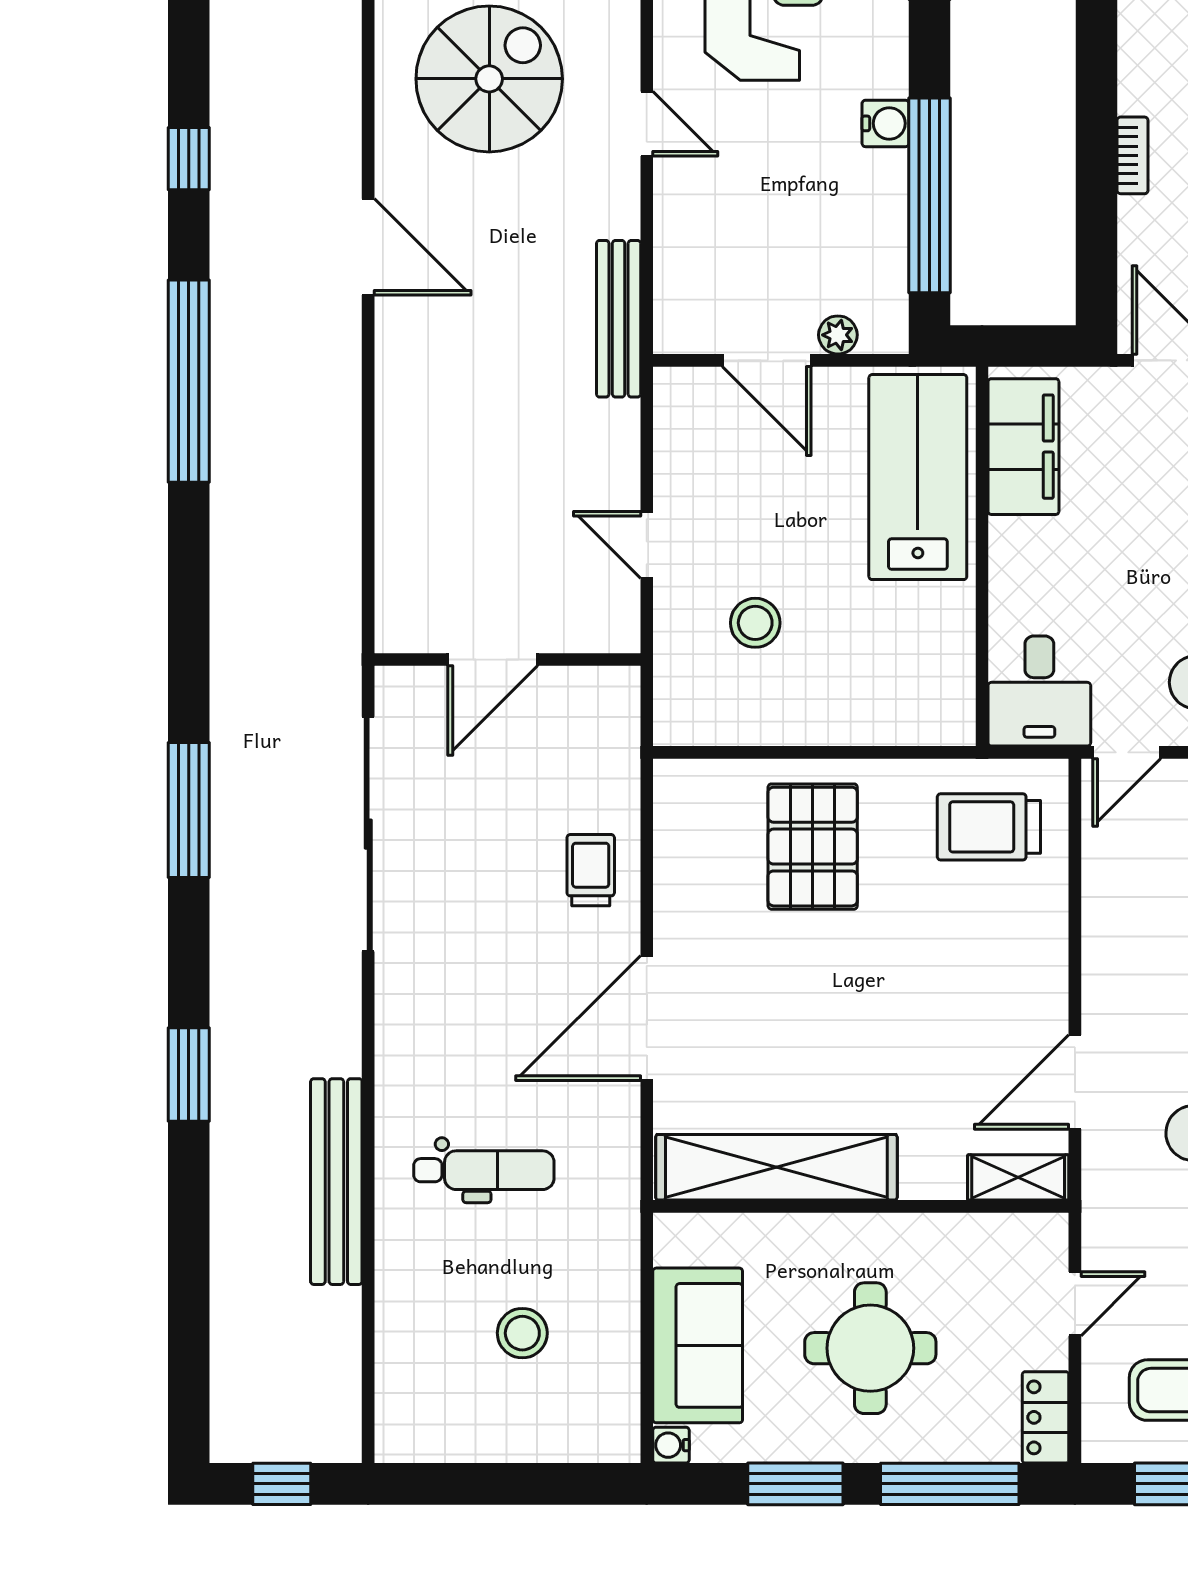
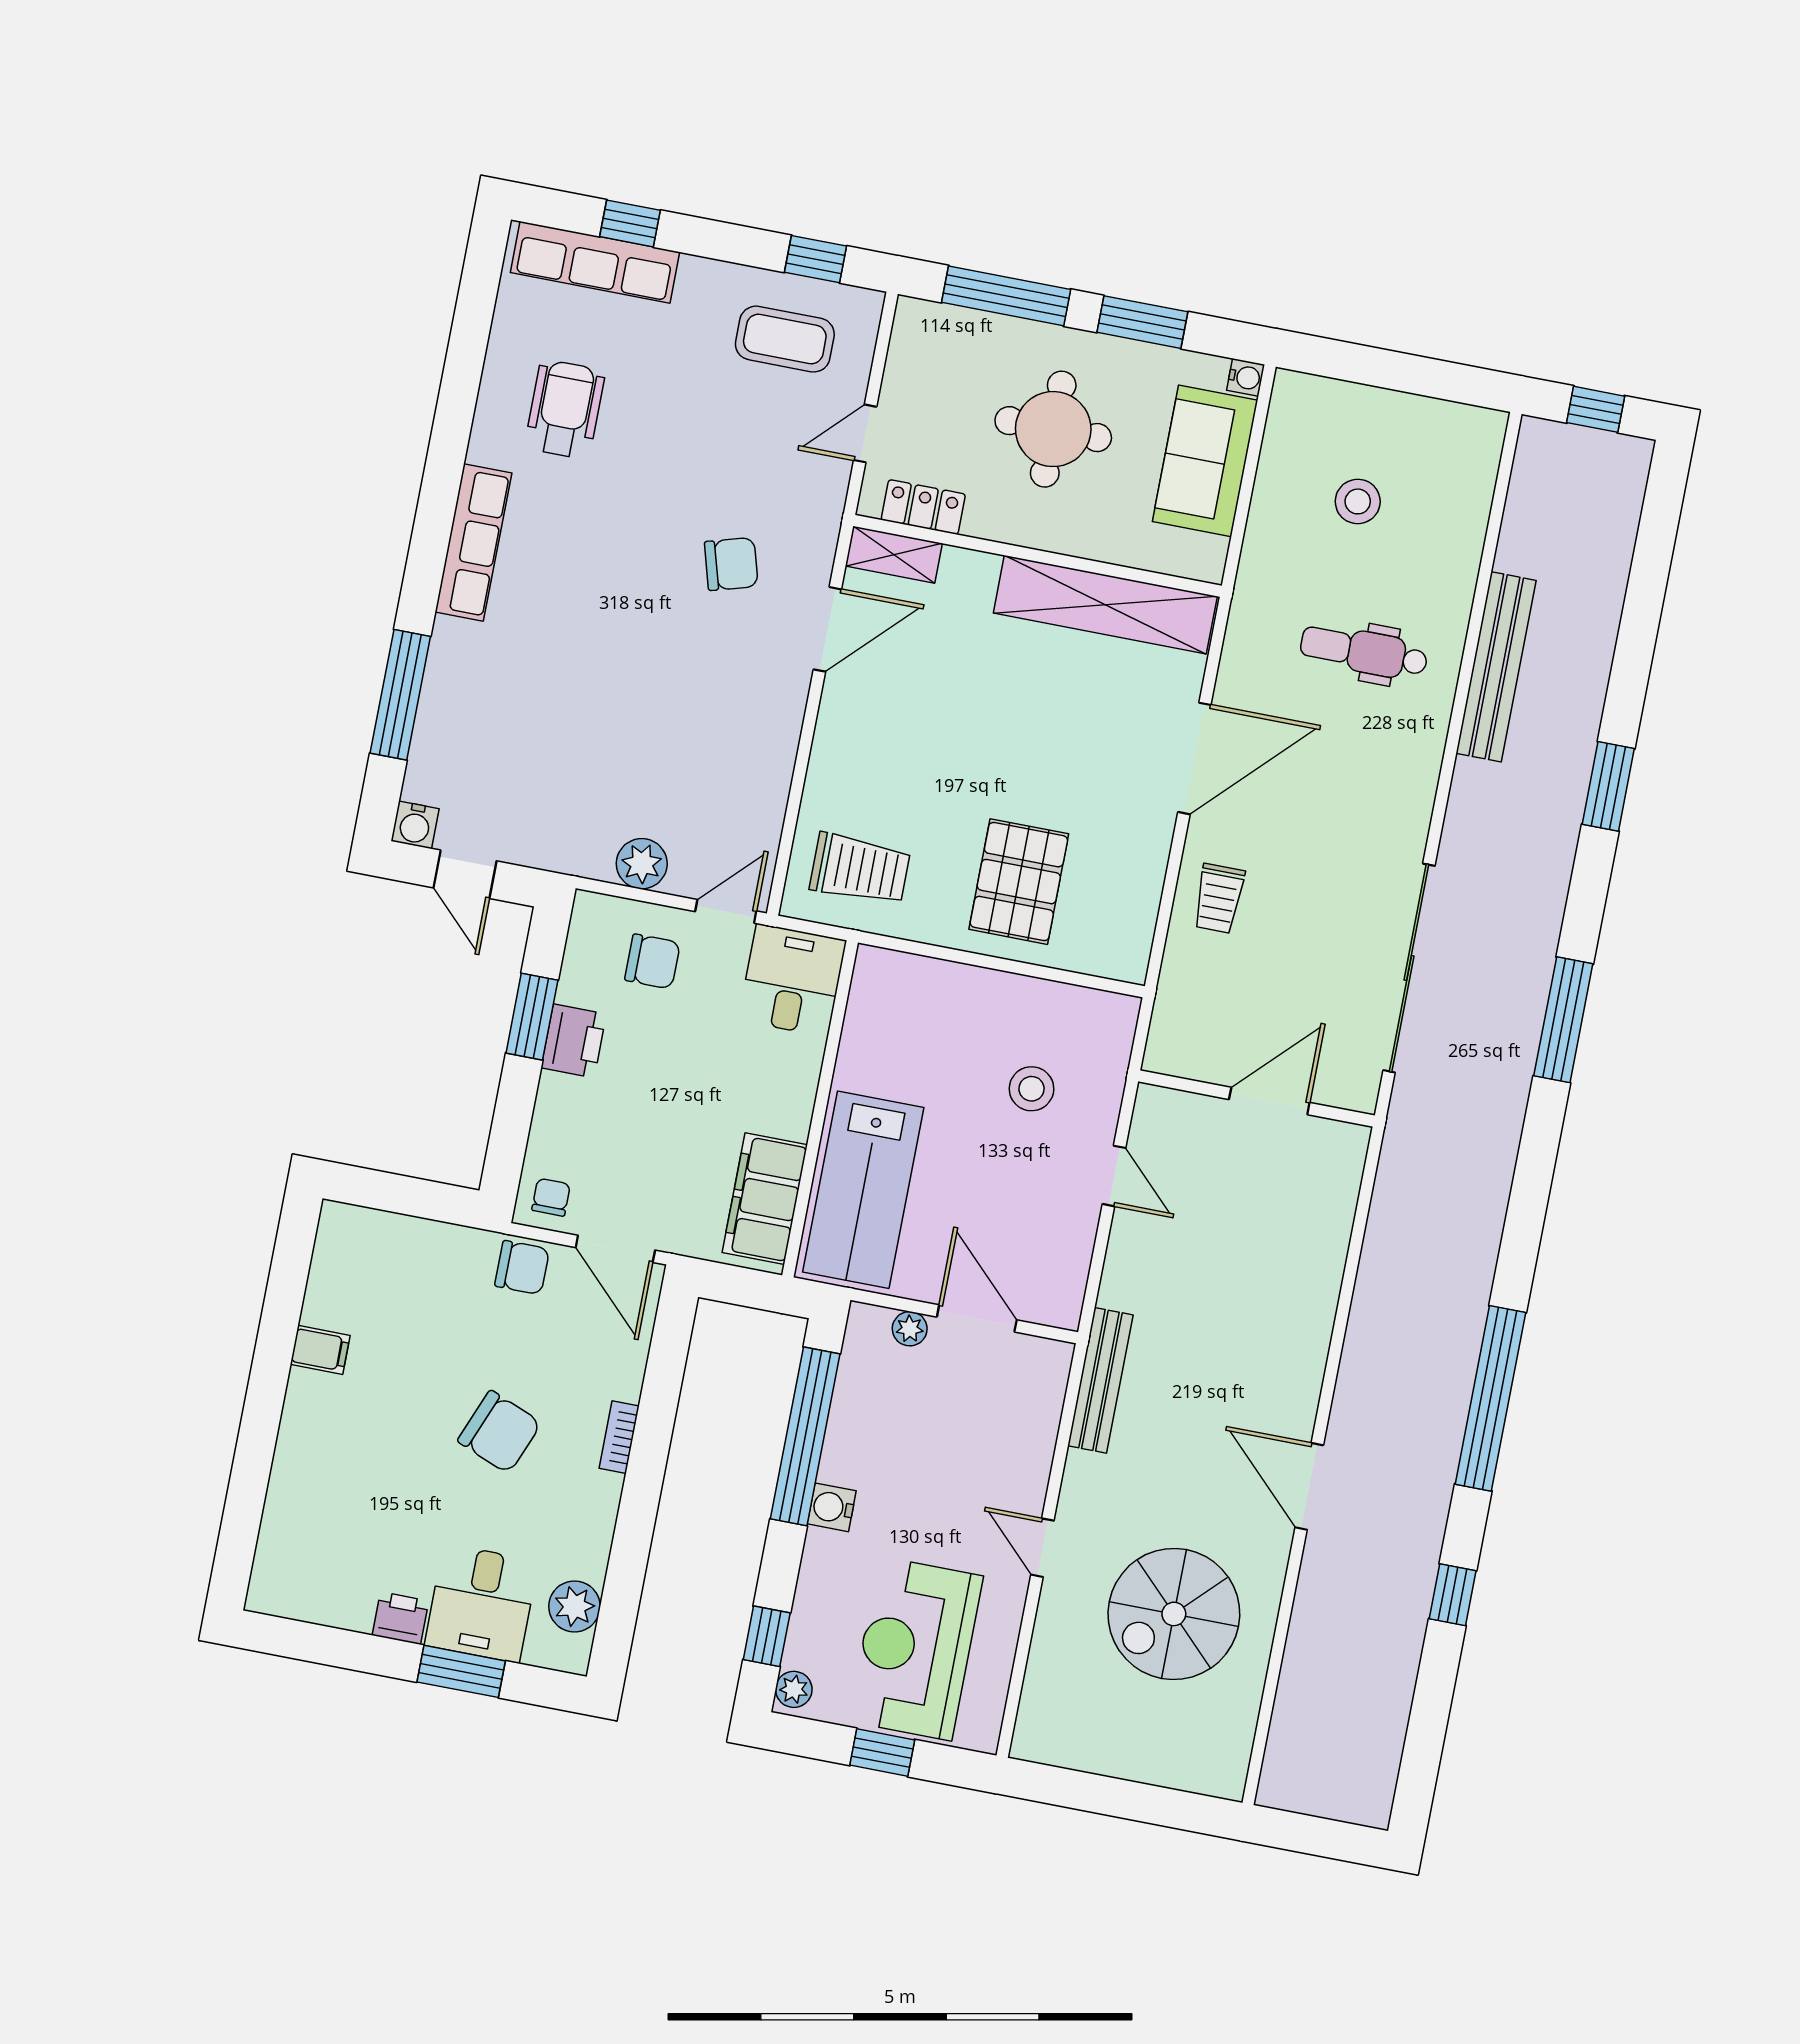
locker: (1046, 1417) -> (923, 507), moved, turned -90

